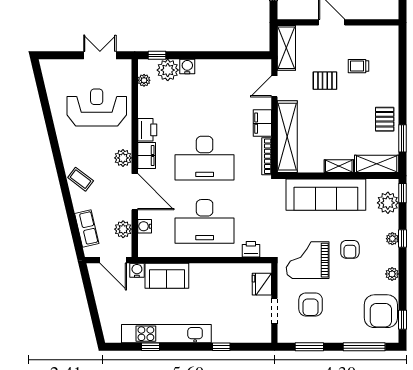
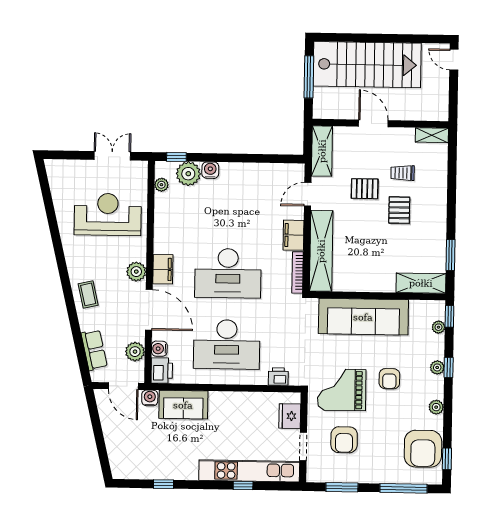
pallet: (385, 119) -> (399, 210), moved
printer: (147, 130) -> (162, 371), moved
shelving: (339, 166) -> (432, 135), moved
coffee table: (81, 179) -> (88, 294), turned 40
plant: (388, 203) -> (438, 327), width x0.53, depth x0.53
kitchen unit: (166, 334) -> (249, 471), moved

